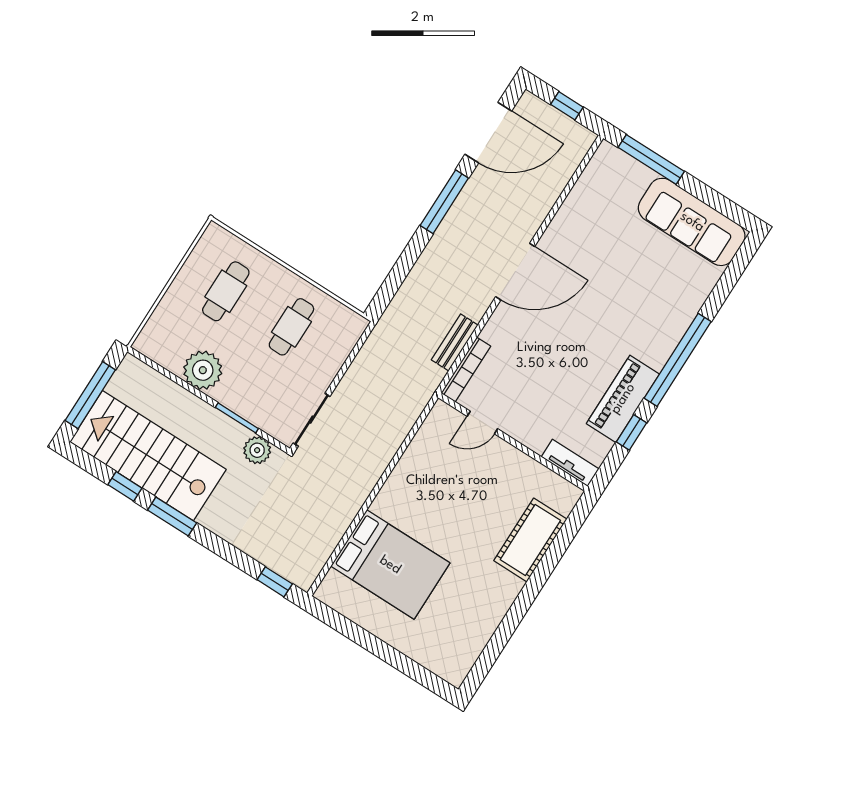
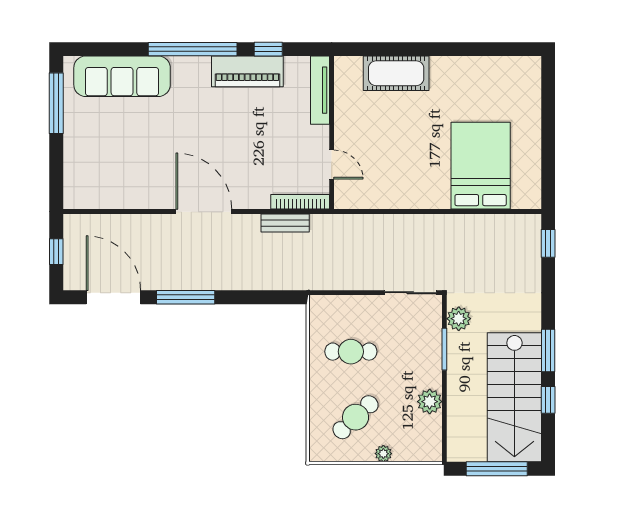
window: (651, 159) -> (56, 103), moved
sofa: (692, 222) -> (122, 76), moved, turned 90
cafe table: (226, 291) -> (356, 417), turned -43
plant: (174, 296) -> (383, 454), added
plant: (203, 370) -> (430, 402), width x0.73, depth x0.73
tv unit: (570, 463) -> (320, 90), width x1.41

